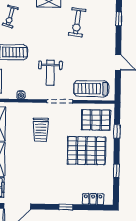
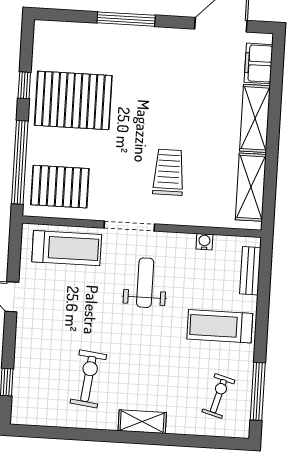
window: (117, 131) -> (20, 162), width x3.17
pallet: (86, 151) -> (73, 100), moved
locker: (93, 199) -> (72, 32), removed
window: (66, 207) -> (126, 19), width x2.17

